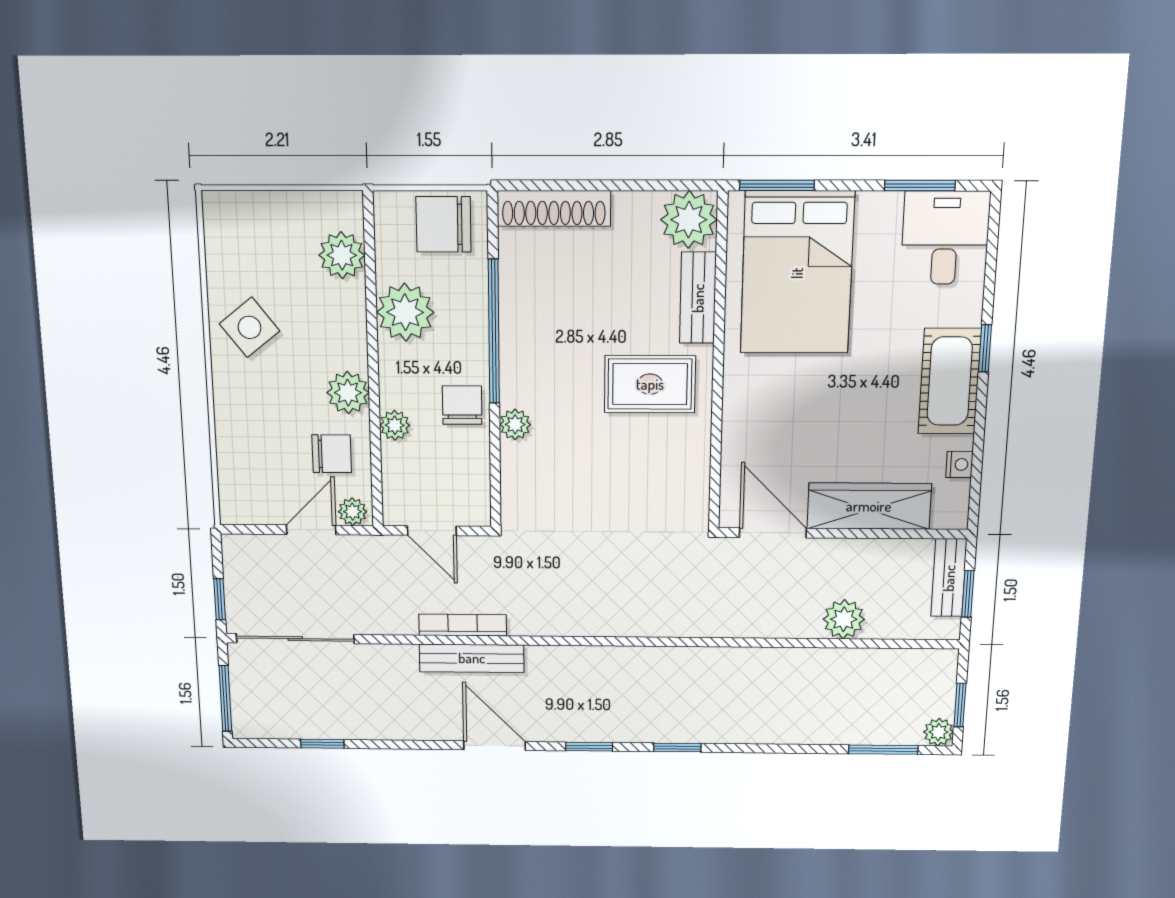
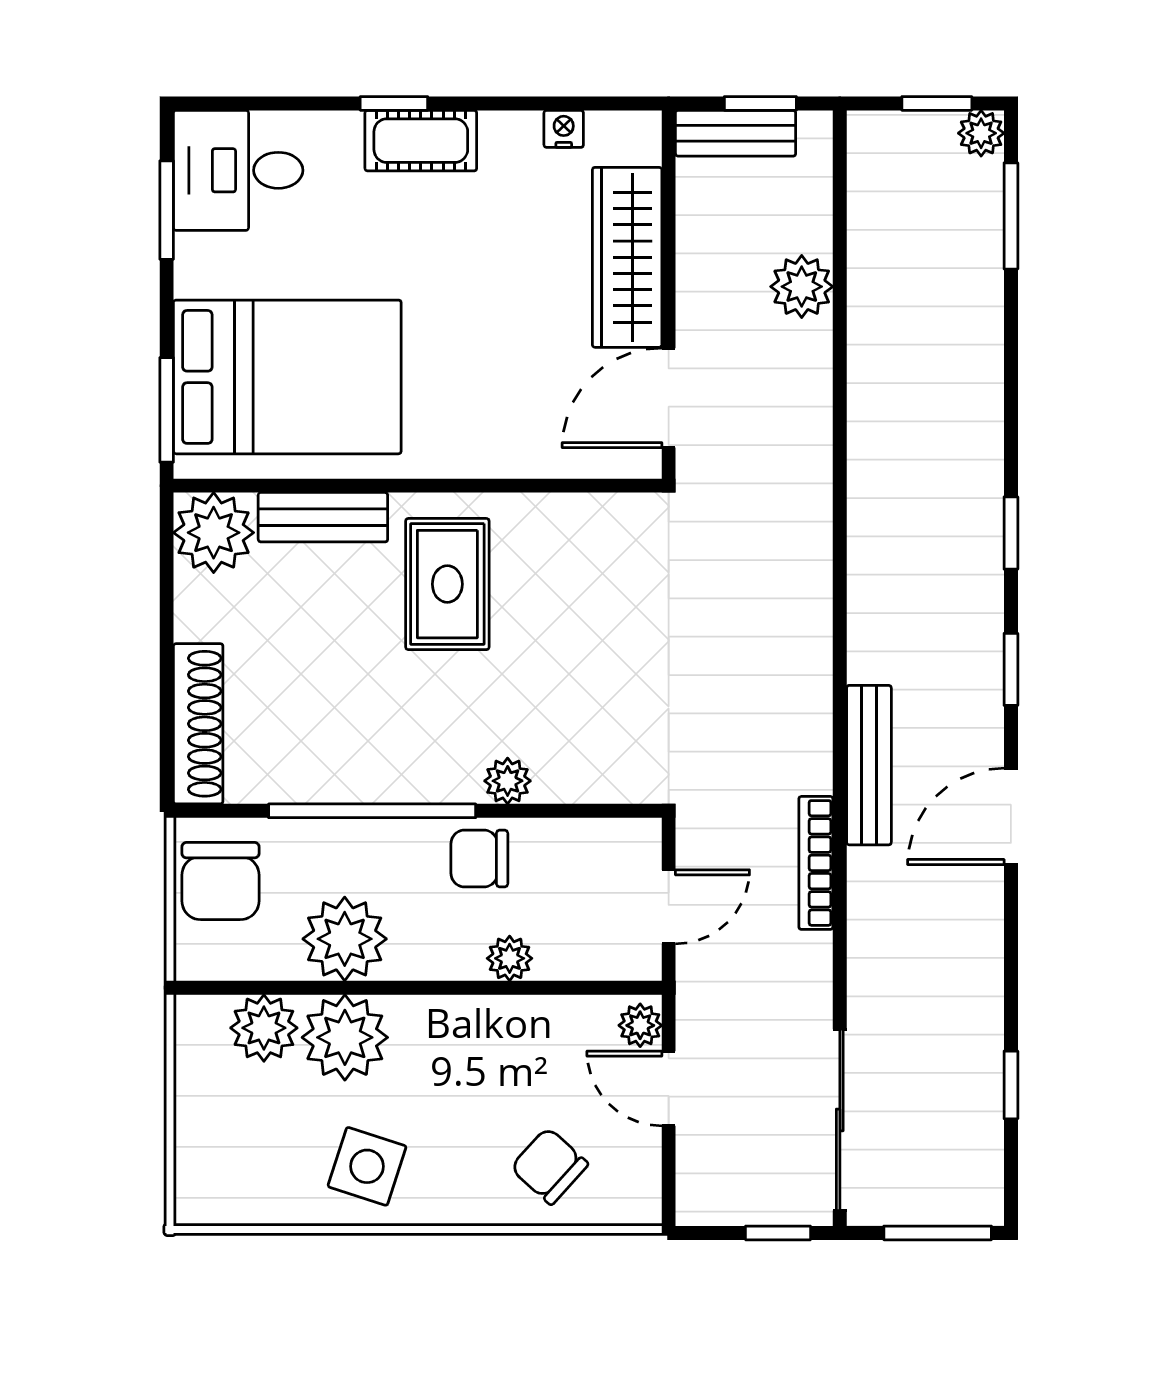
side table: (250, 327) -> (367, 1166), turned -34
cot: (950, 381) -> (421, 141), width x0.73, depth x0.75
plant: (348, 393) -> (345, 1037), moved, width x1.36, depth x1.36
chair: (332, 454) -> (549, 1166), moved, turned -48
bench: (472, 658) -> (869, 765), moved

